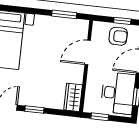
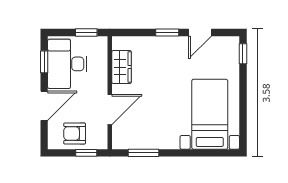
window: (122, 21) -> (86, 153), moved
wardrobe: (73, 97) -> (122, 67), moved

